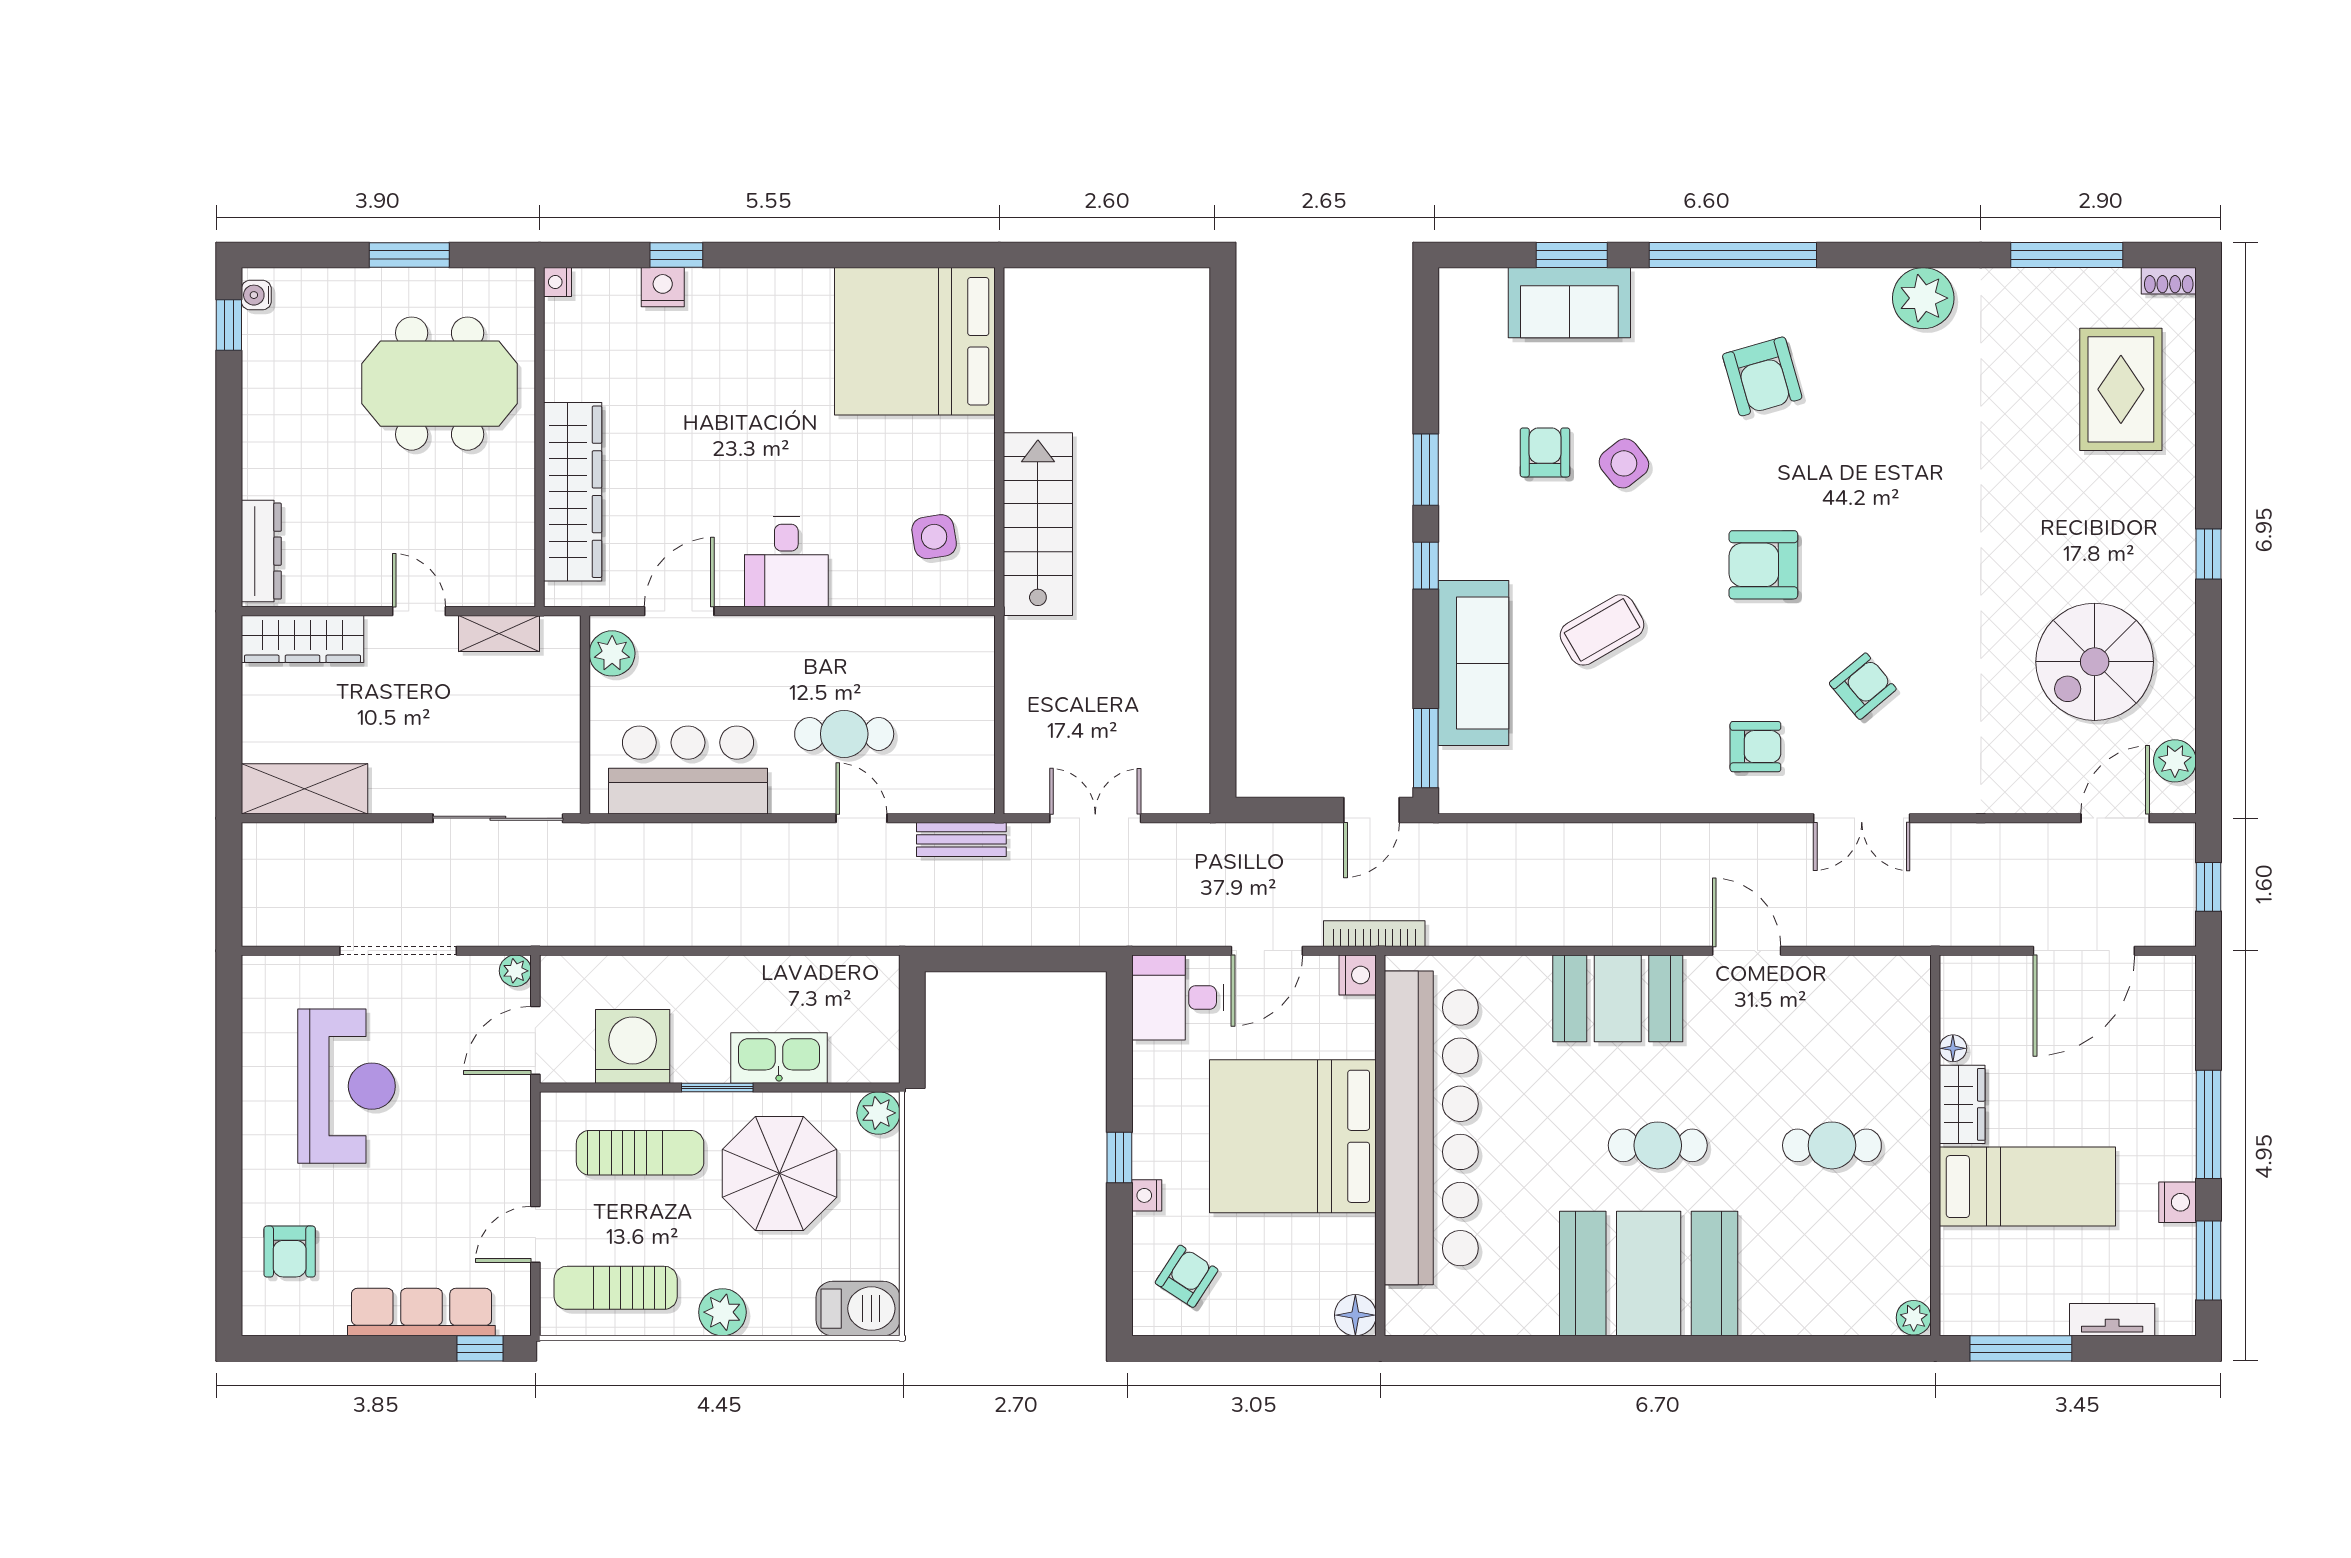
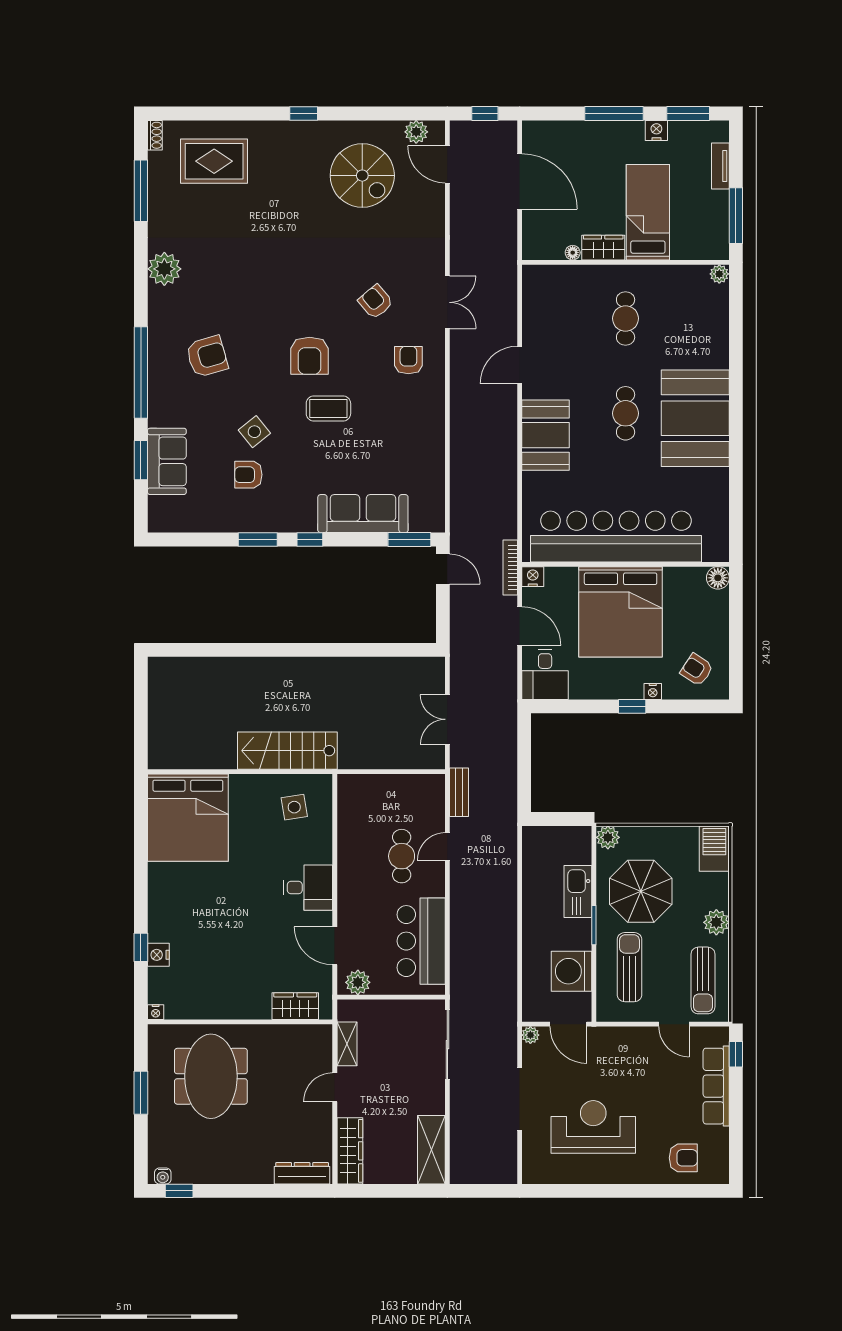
wardrobe: (573, 492) -> (295, 1006), width x0.48, depth x0.85
coffee table: (1602, 630) -> (328, 409), moved, turned -60

